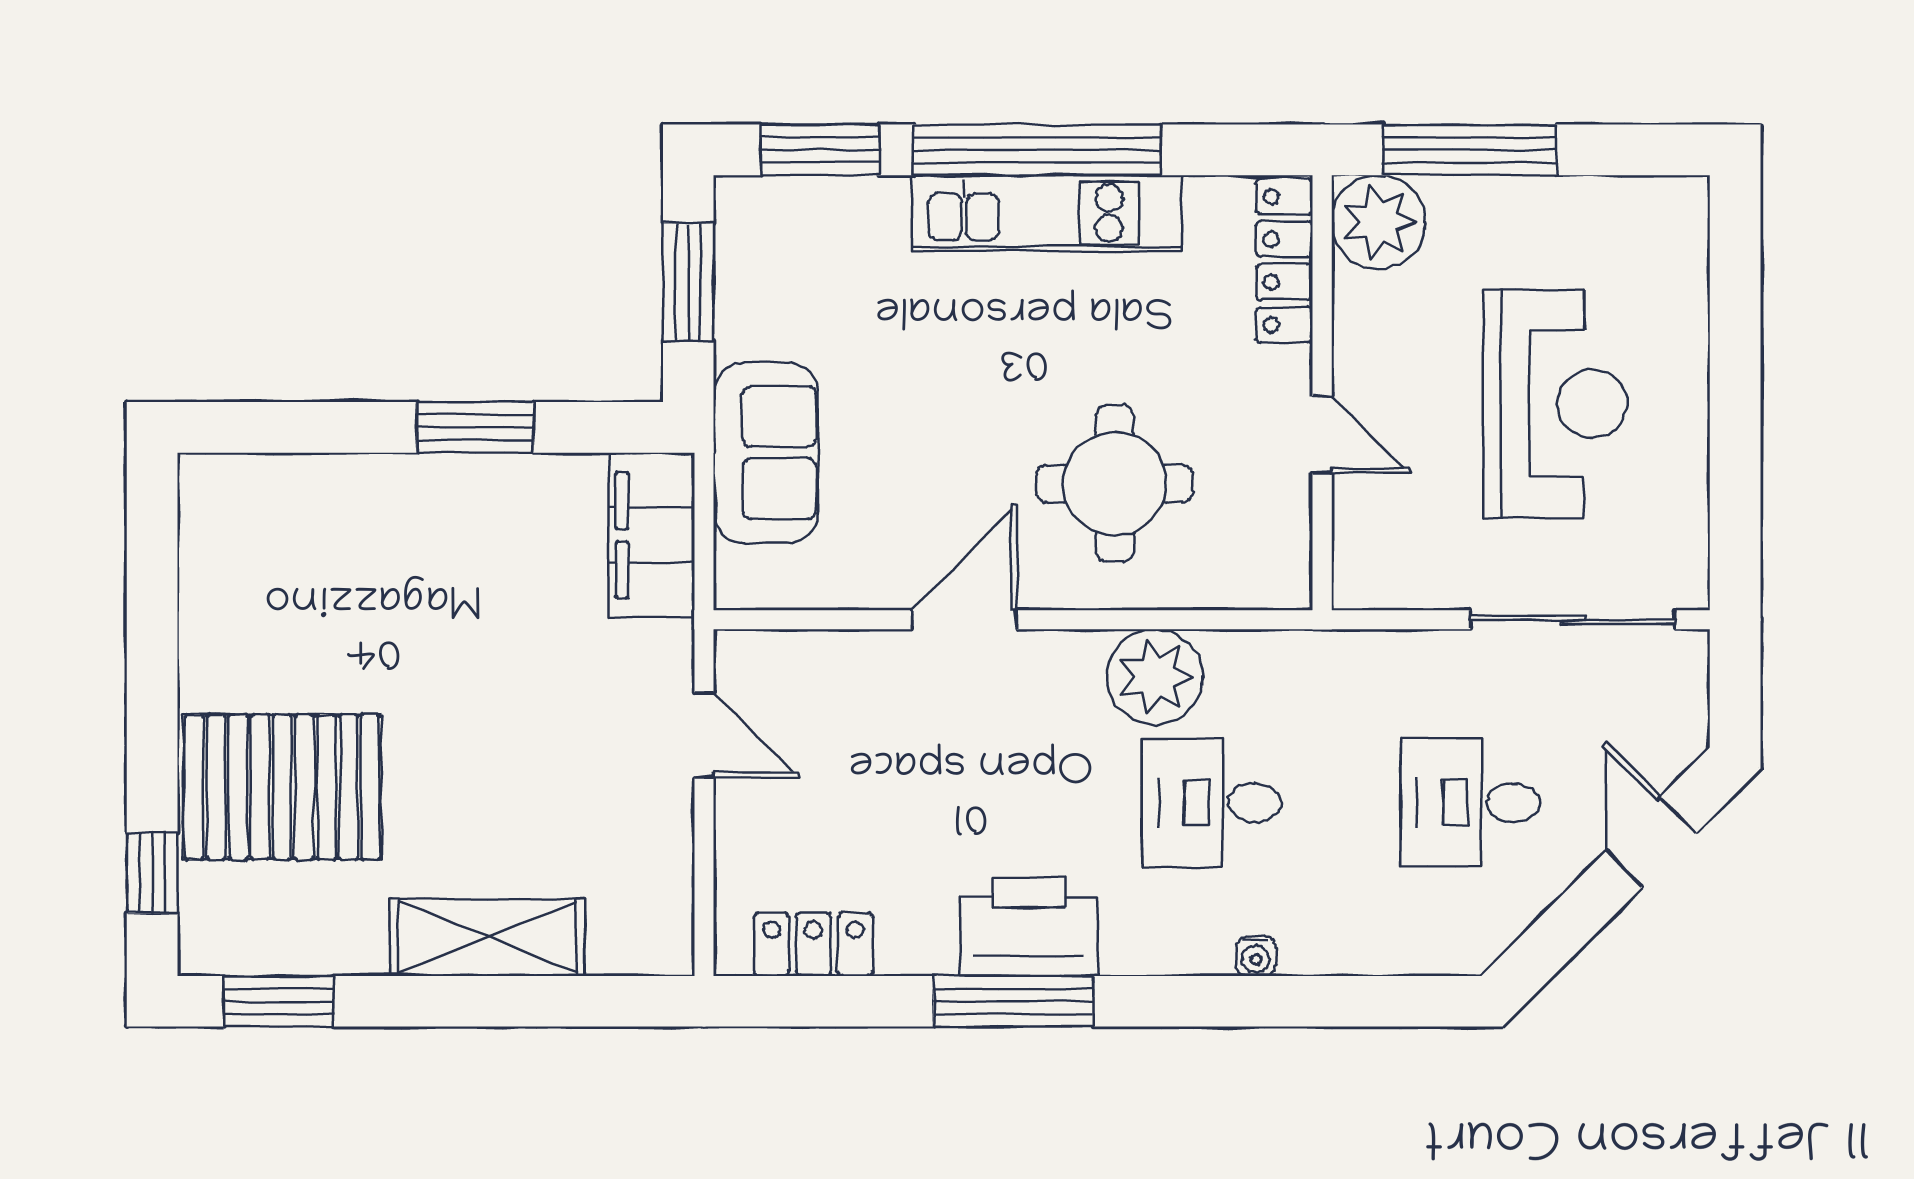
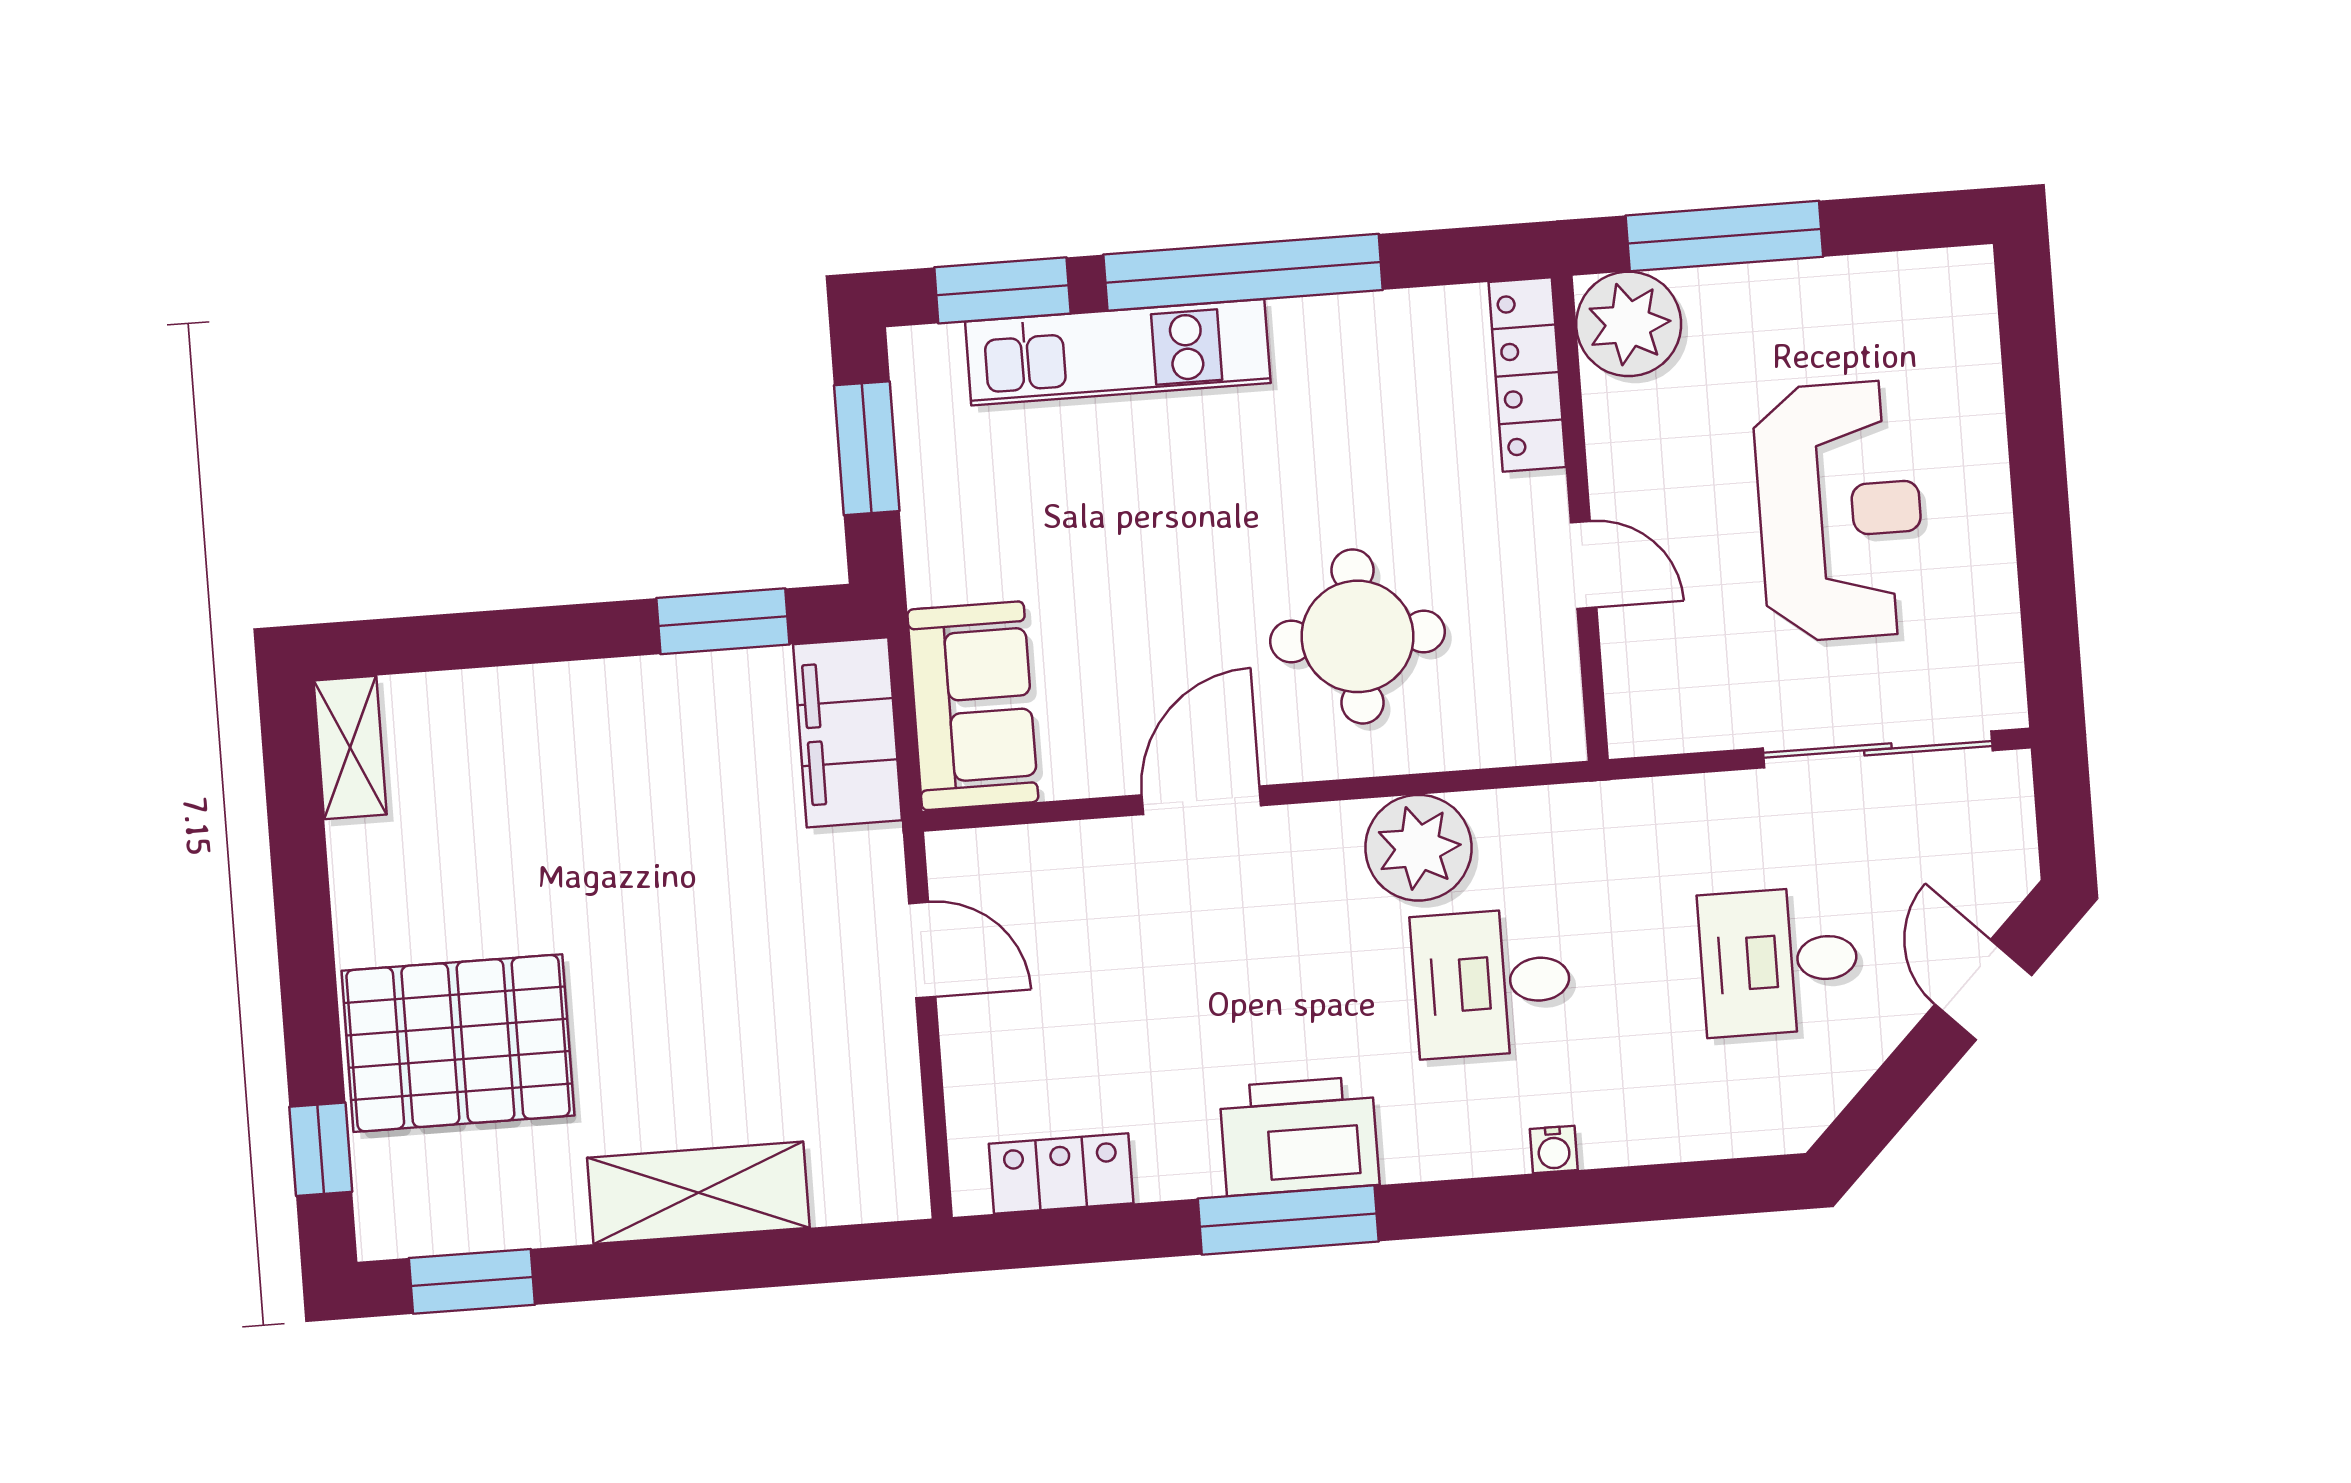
kitchen unit: (1047, 213) -> (1118, 352), moved
window: (475, 427) -> (723, 621), moved
sofa: (766, 453) -> (973, 706), moved
shelving: (206, 515) -> (350, 747), added

